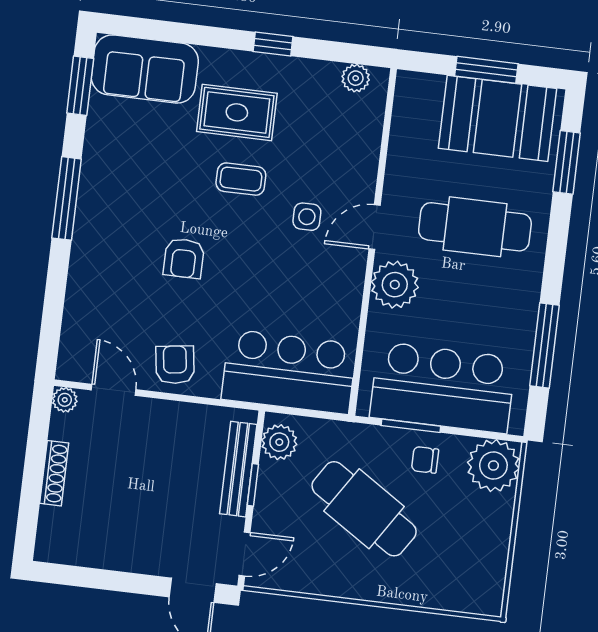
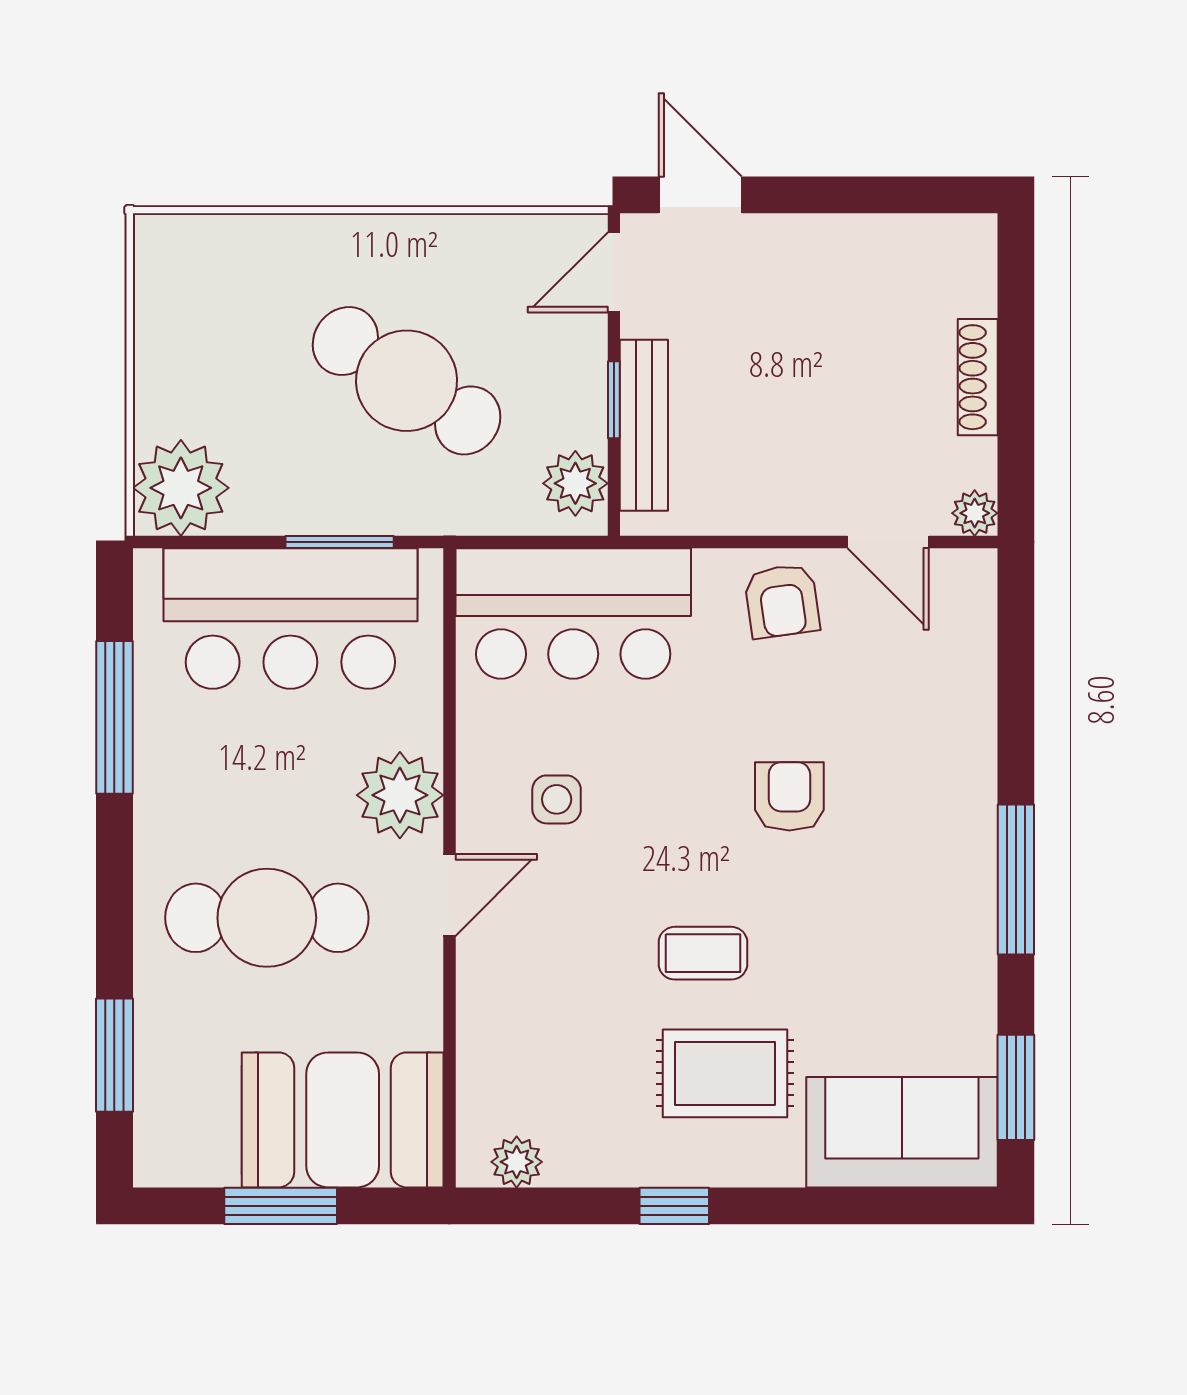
booth: (497, 118) -> (343, 1120), moved
side table: (307, 217) -> (557, 799), moved
chair: (425, 460) -> (306, 483), removed

